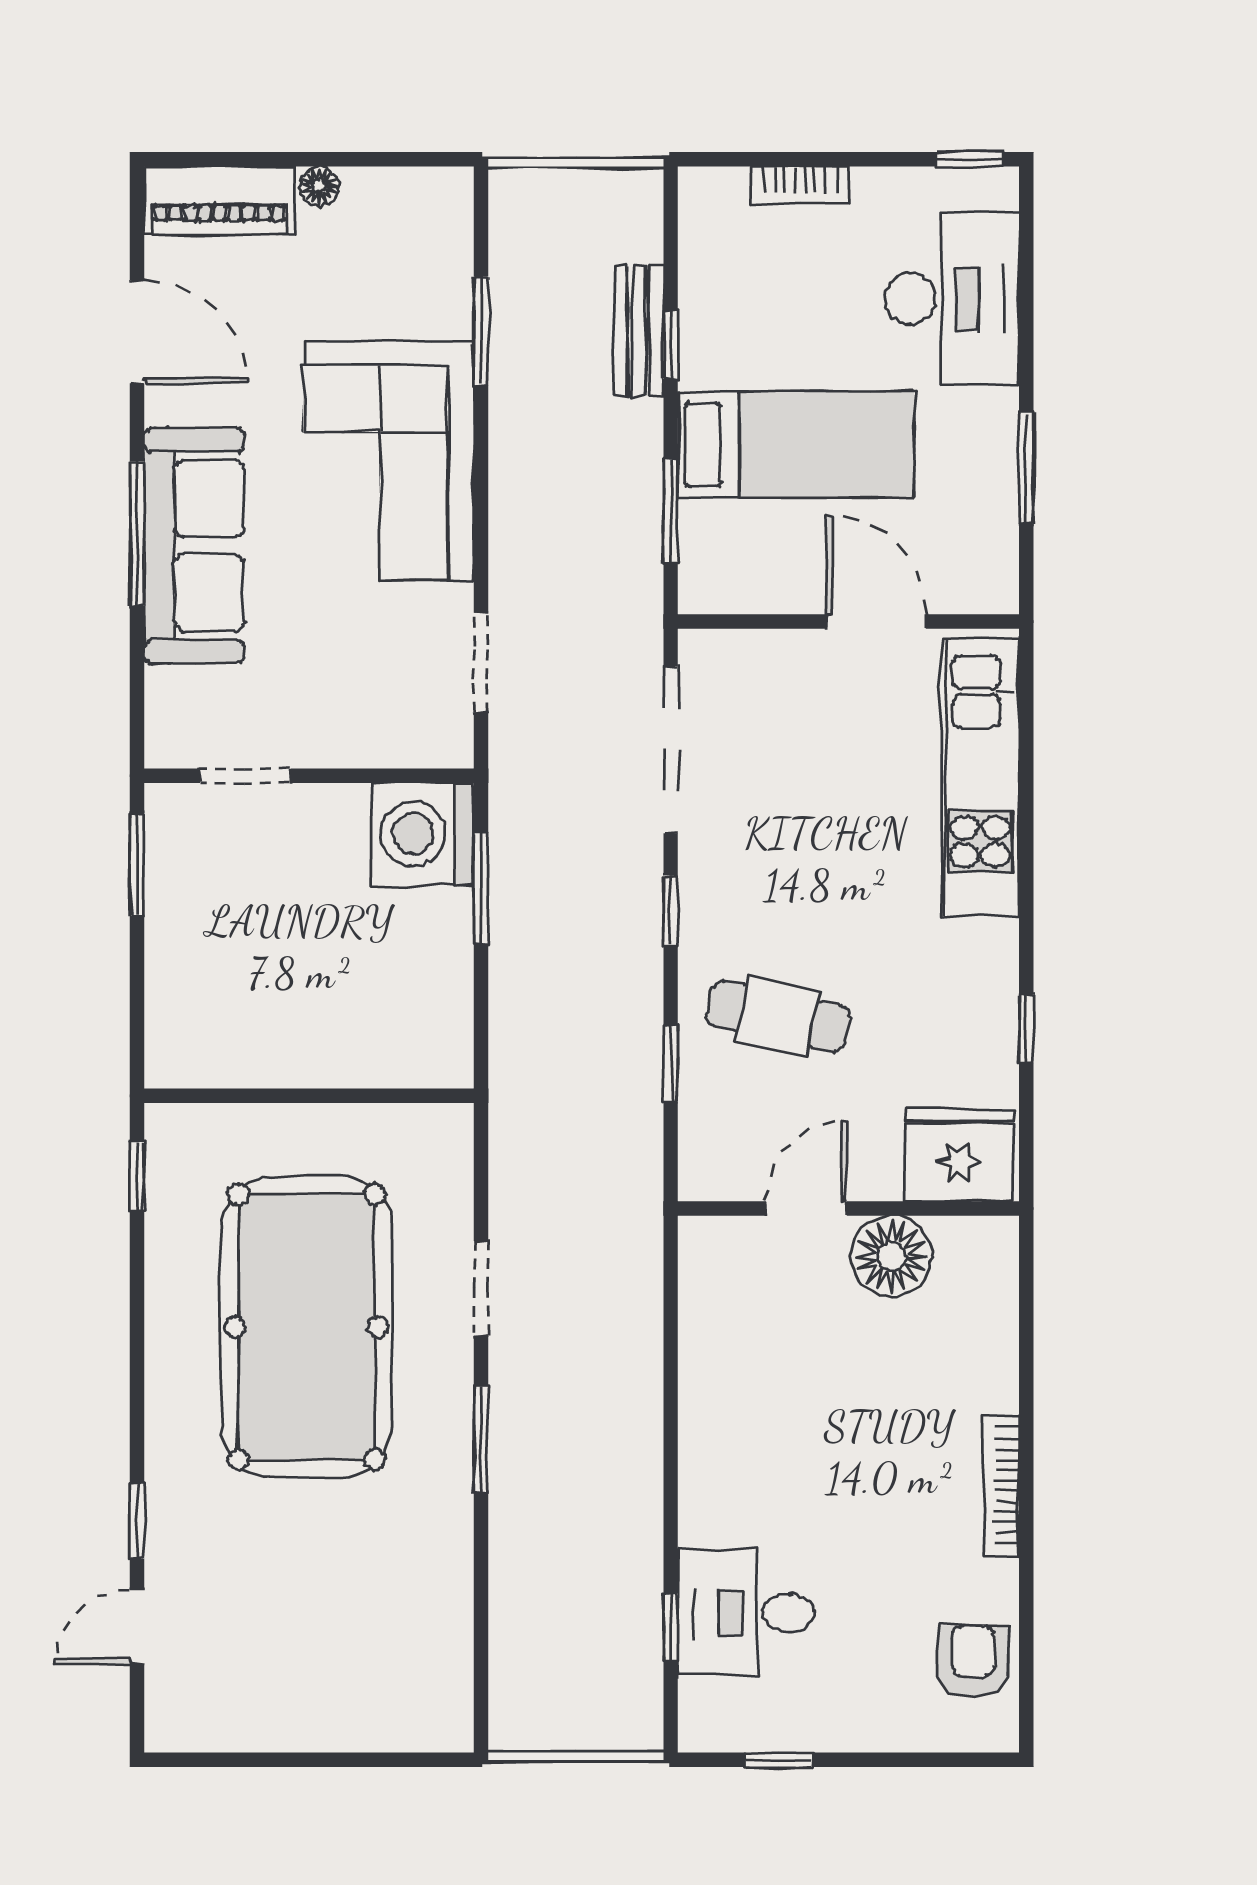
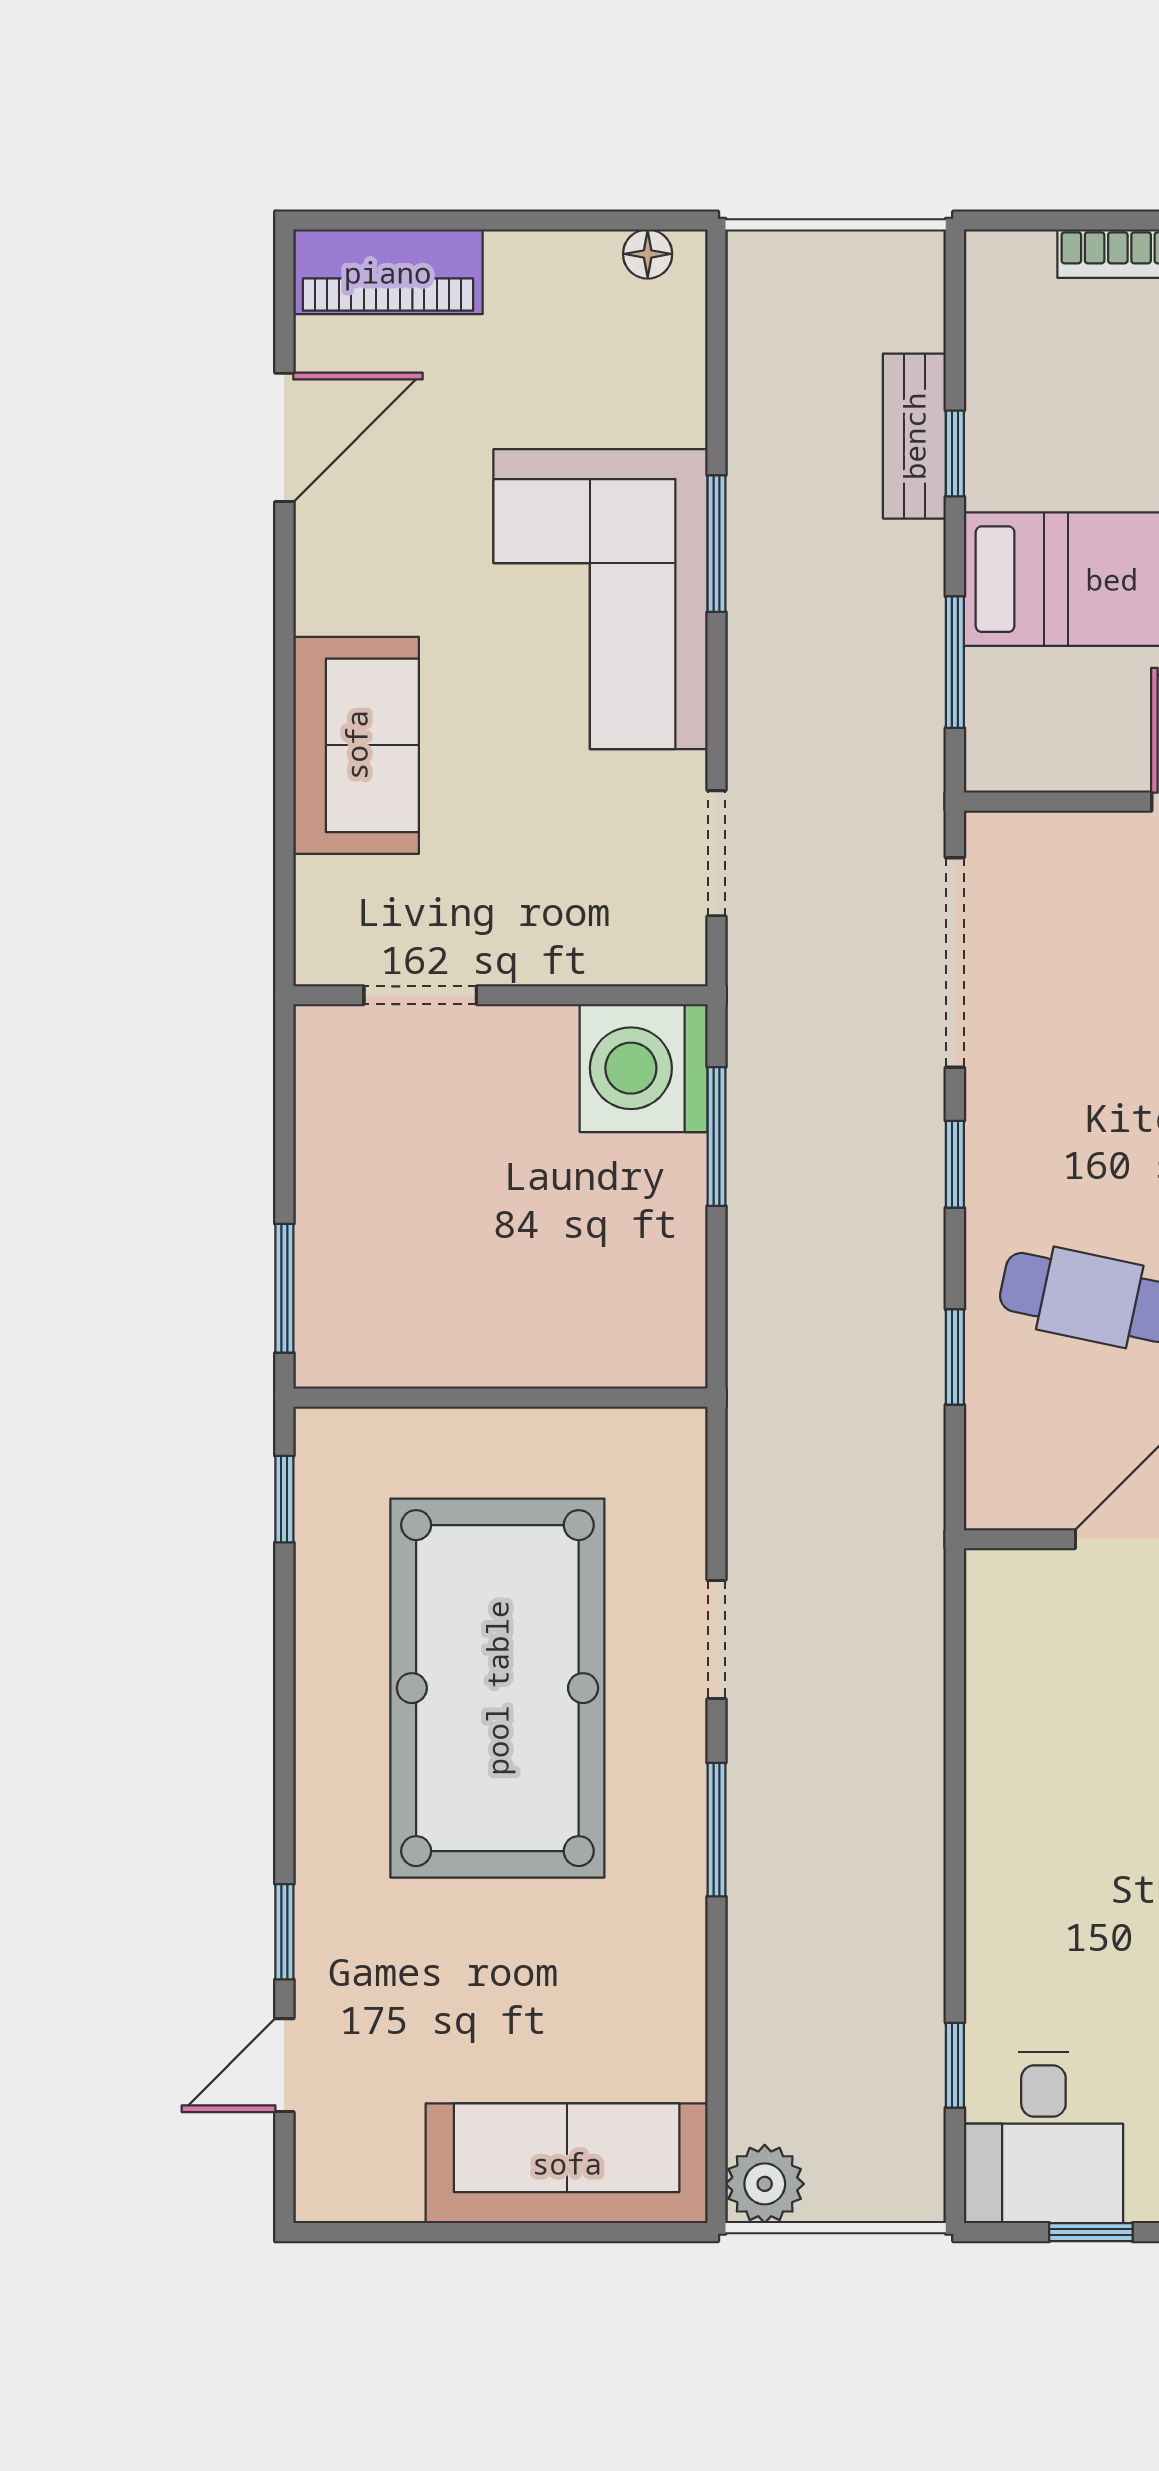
floor lamp: (319, 186) -> (648, 254), moved
window: (481, 331) -> (717, 544), moved
door: (137, 332) -> (284, 437), hinge flipped
window: (137, 534) -> (284, 691), removed
sofa: (194, 546) -> (356, 745), width x0.73
window: (137, 865) -> (284, 1288), moved
desk: (746, 1613) -> (1043, 2137), moved, turned -90
sofa: (362, 1705) -> (567, 2163), added
plant: (519, 1721) -> (765, 2184), added

